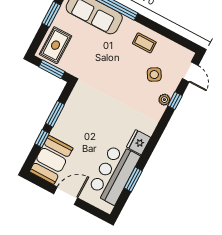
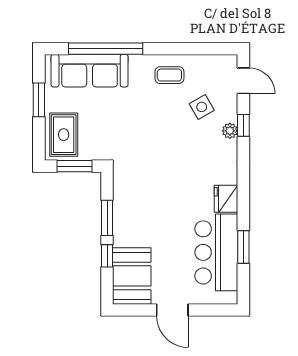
door: (66, 196) -> (172, 310), swing flipped

